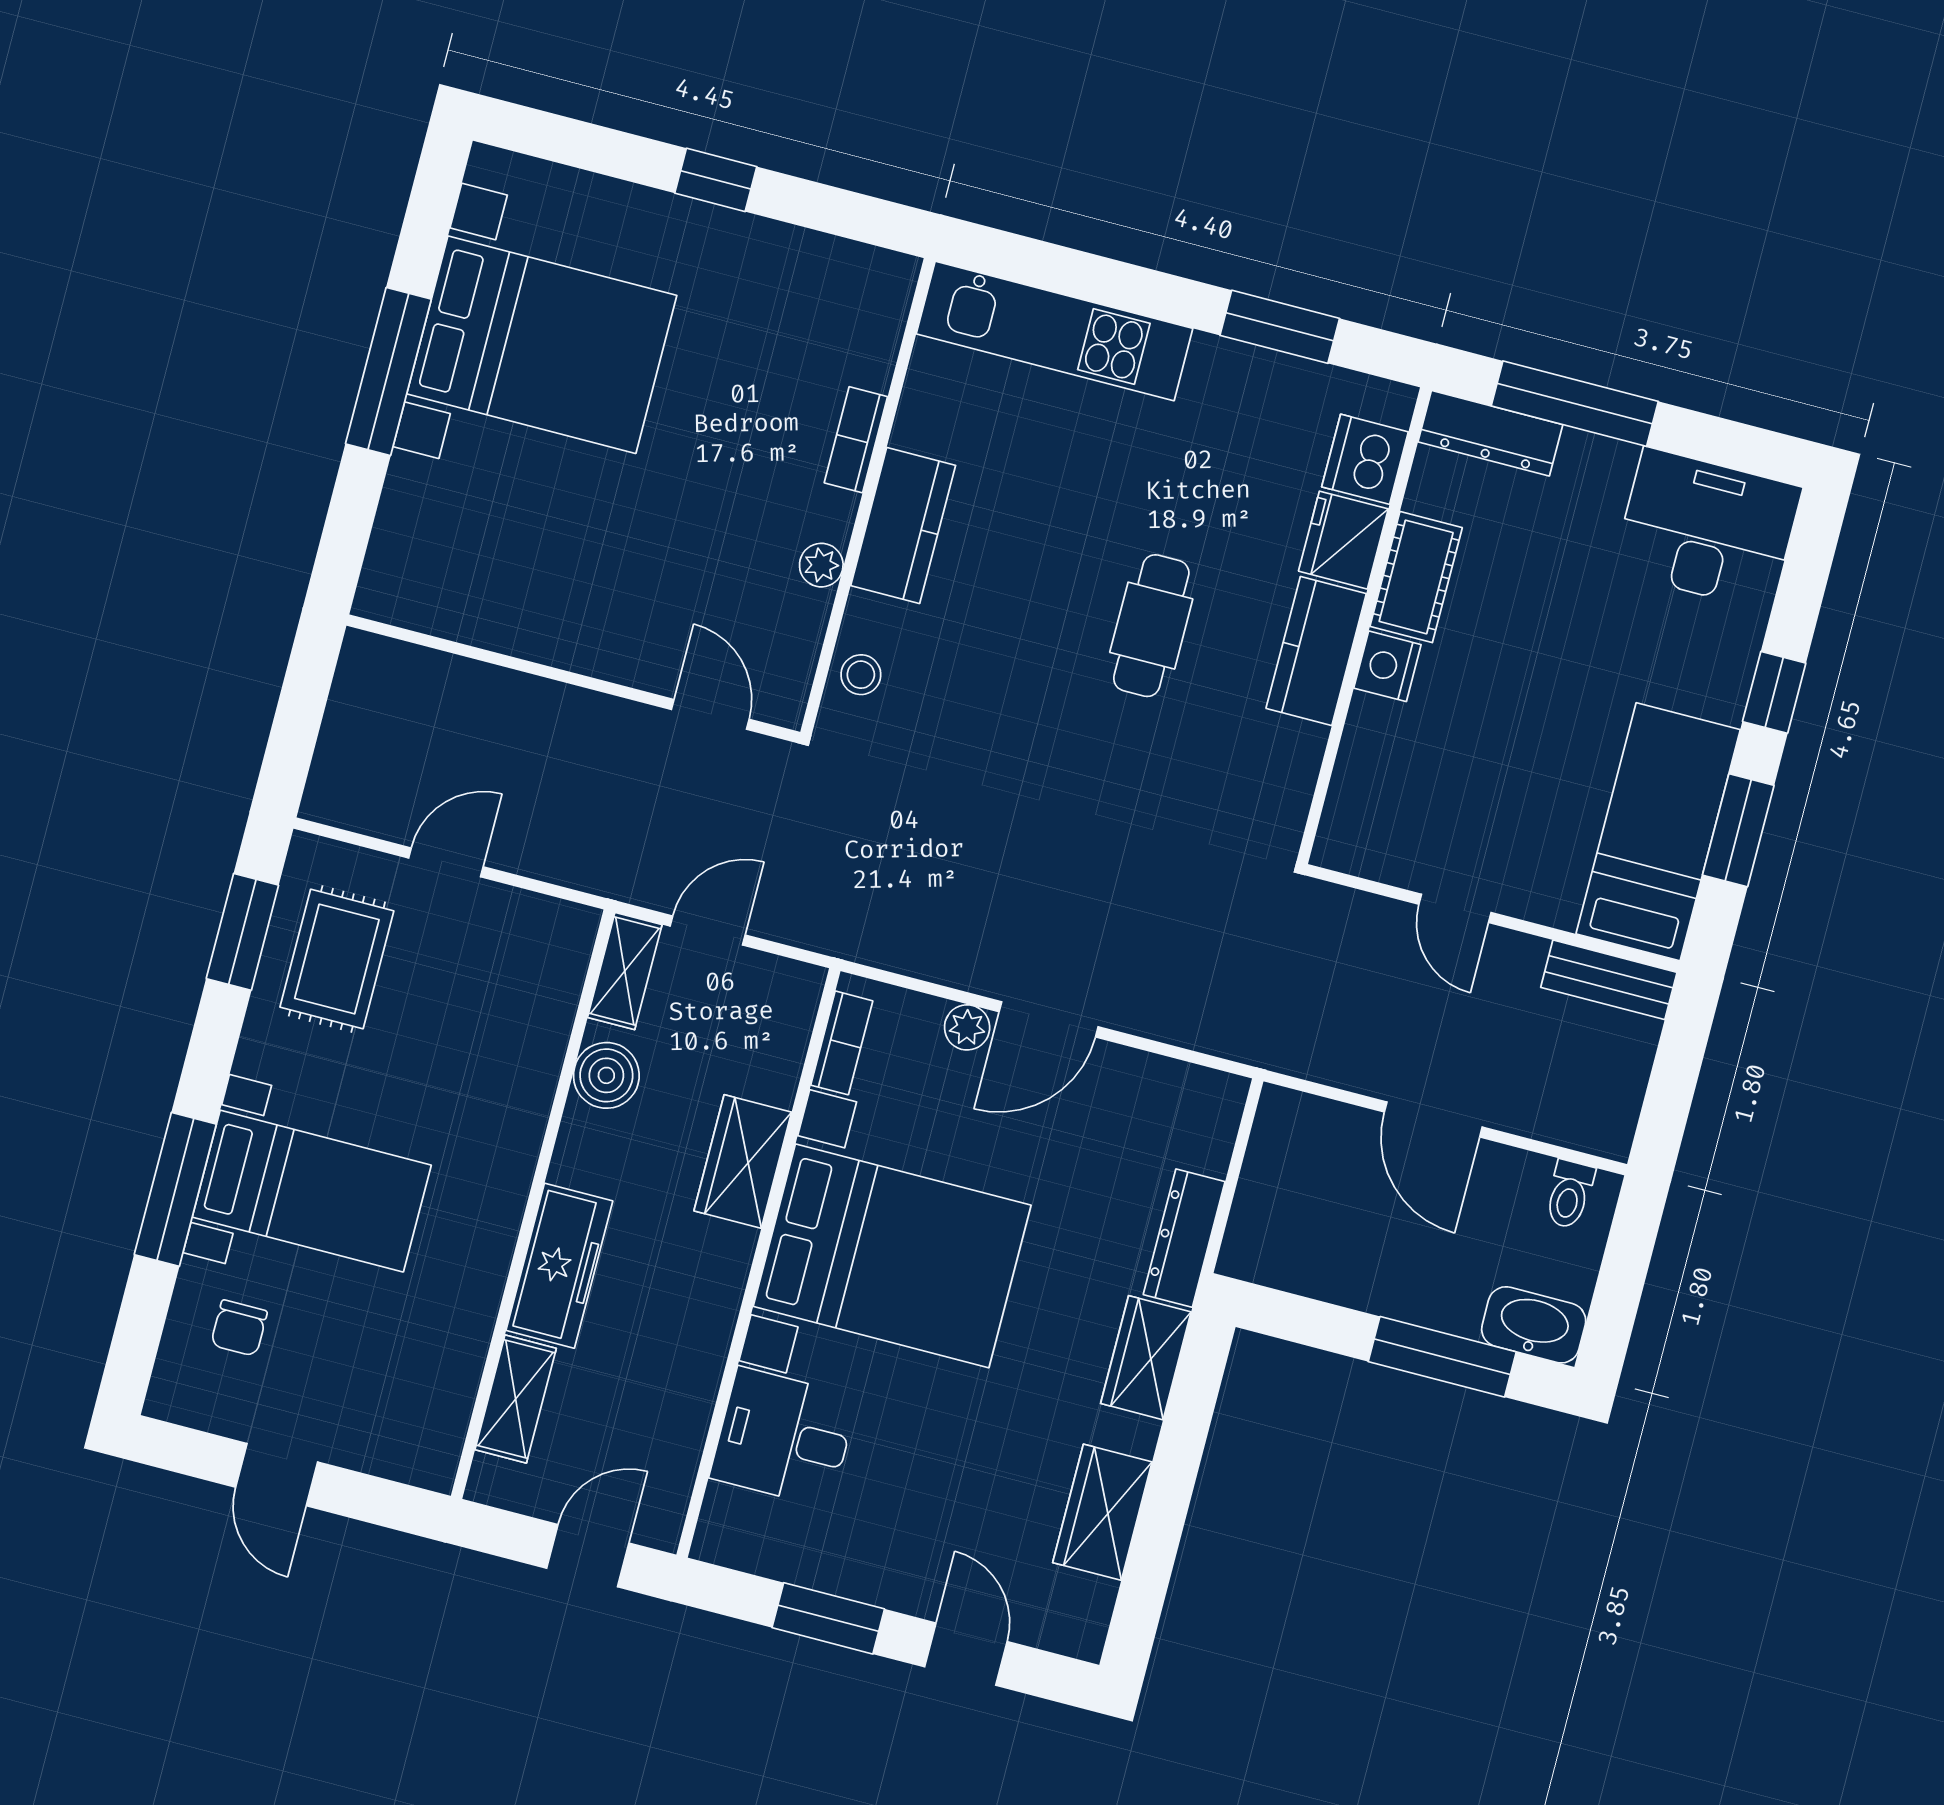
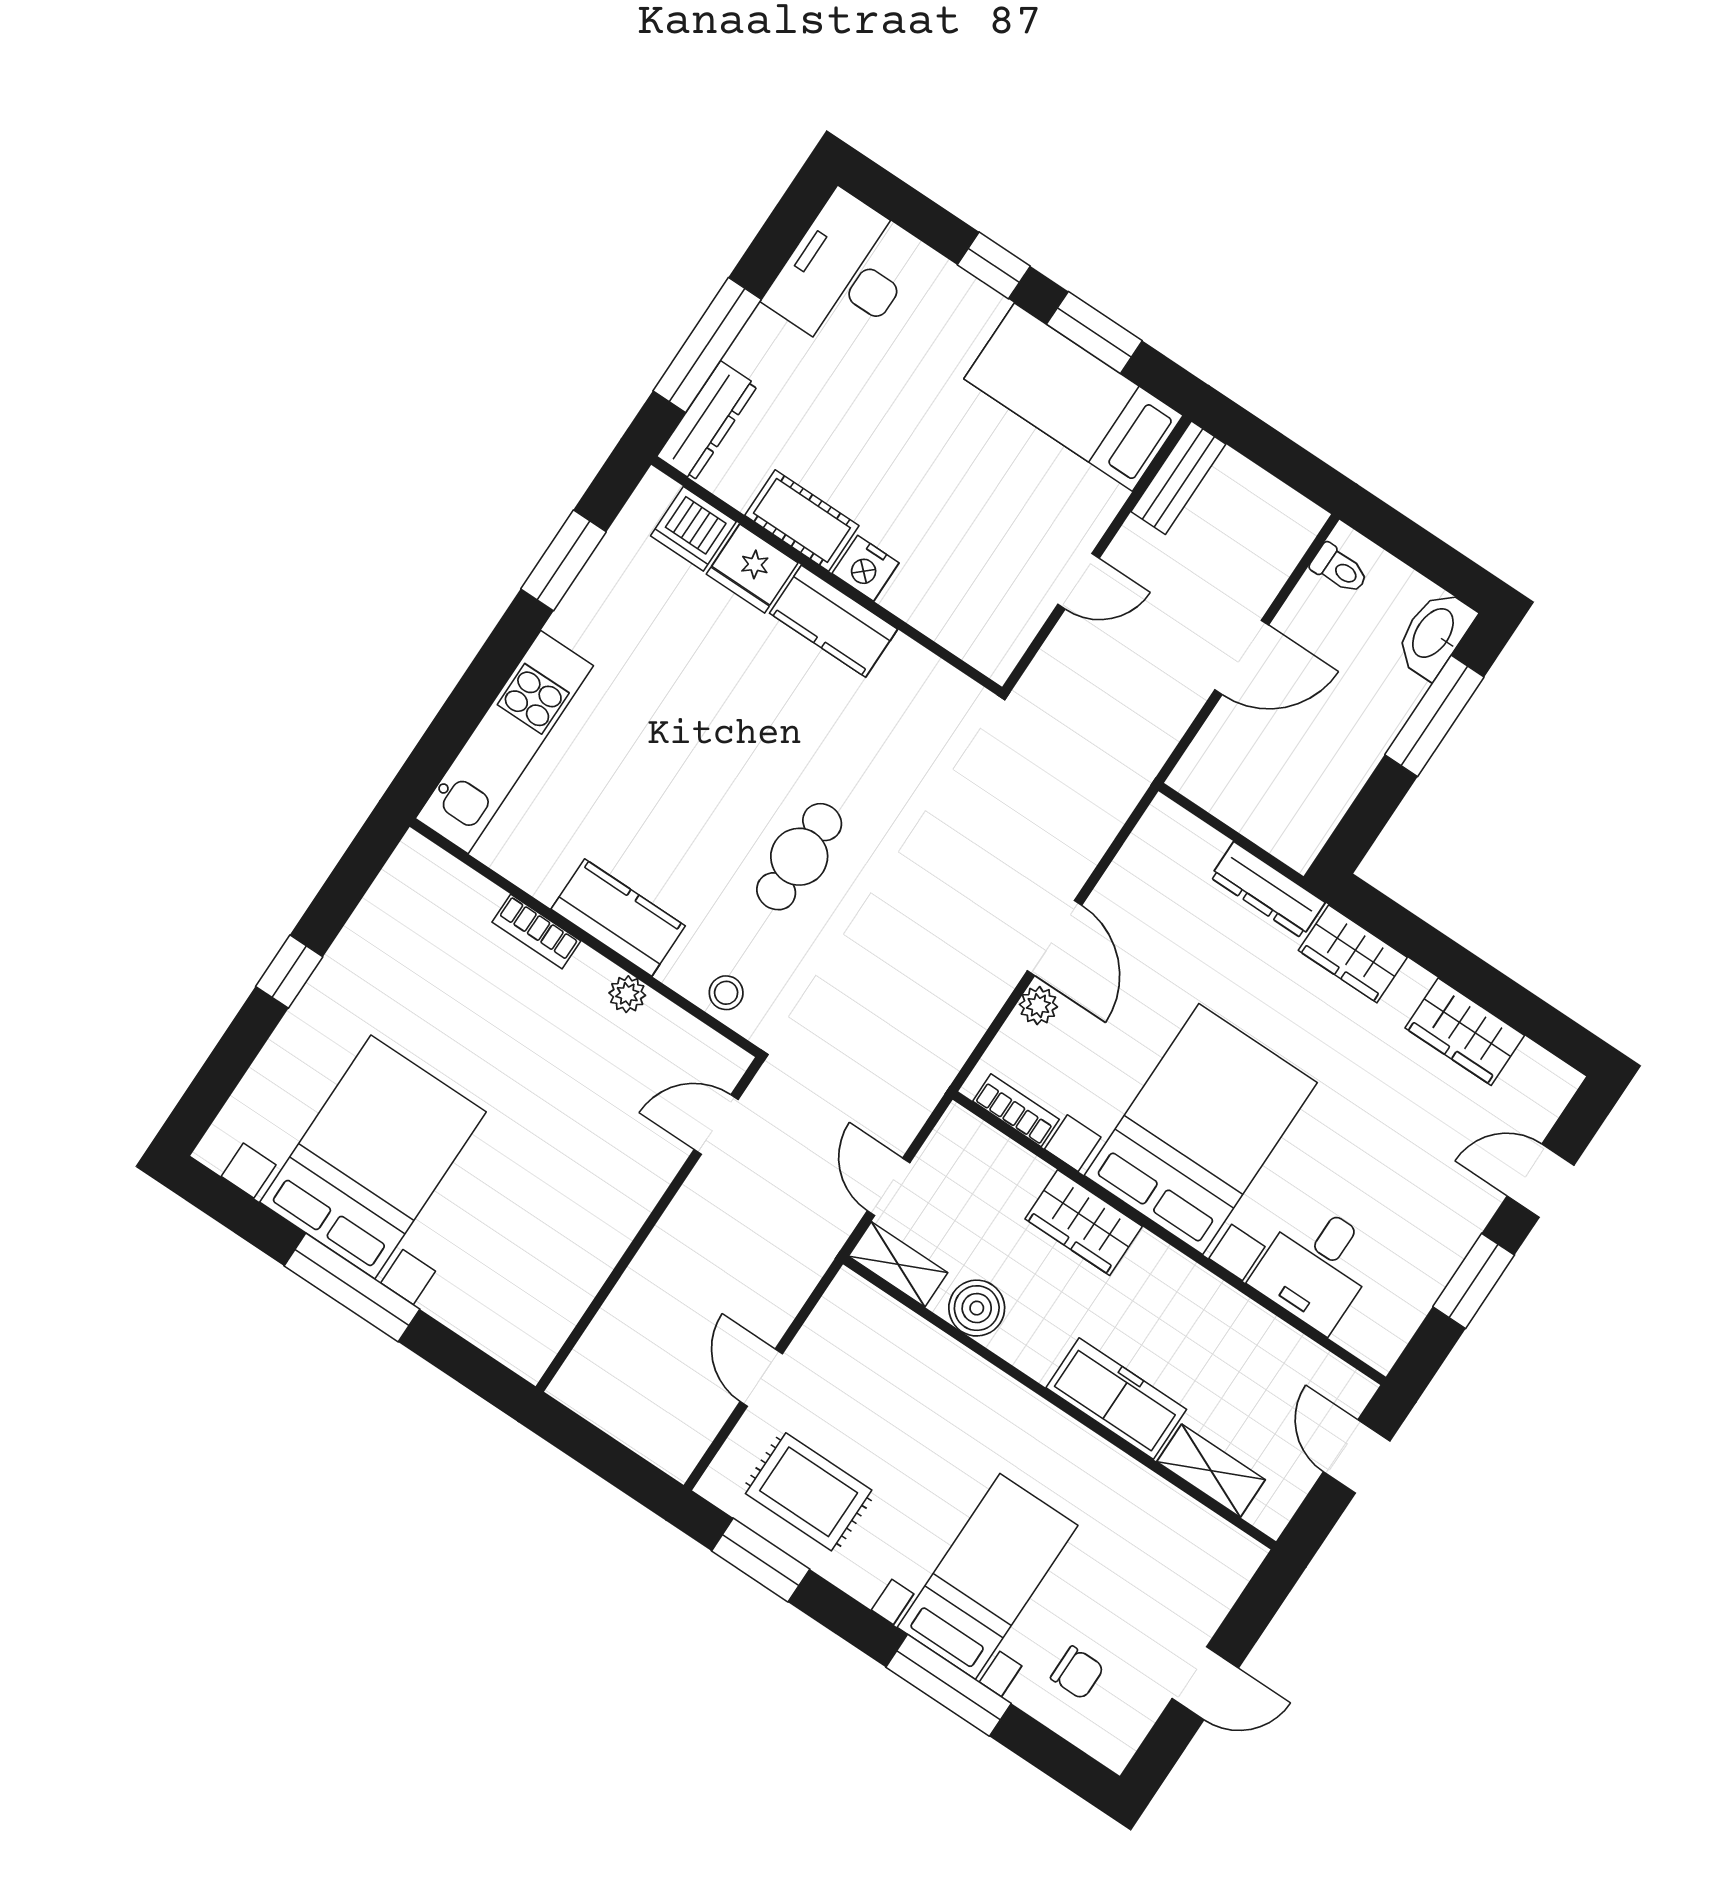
cafe table: (1151, 626) -> (799, 857), moved, turned 90

